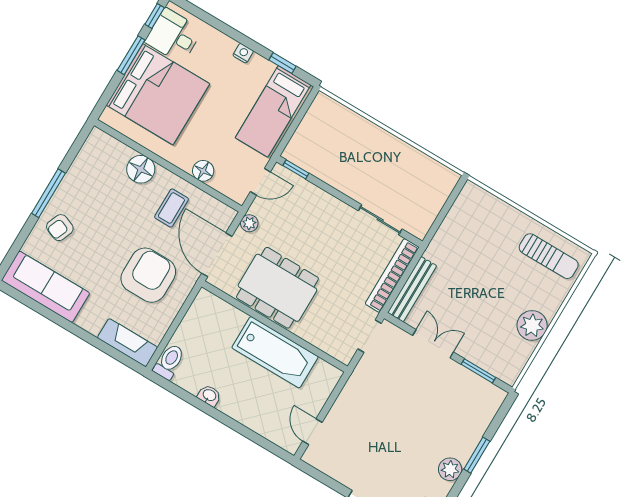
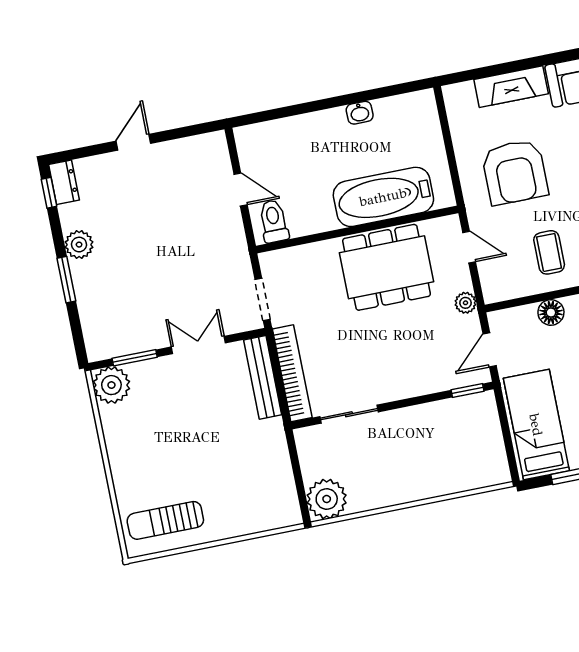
plant: (440, 181) -> (327, 499), added
door: (217, 255) -> (469, 247), width x0.53
plant: (532, 325) -> (111, 385), moved
fireplace: (127, 343) -> (511, 87), moved
double door: (433, 344) -> (198, 345), swing flipped
bathtub: (275, 352) -> (383, 197), moved
toilet: (169, 362) -> (274, 221), moved, turned 180
door: (312, 432) -> (241, 190), moved

